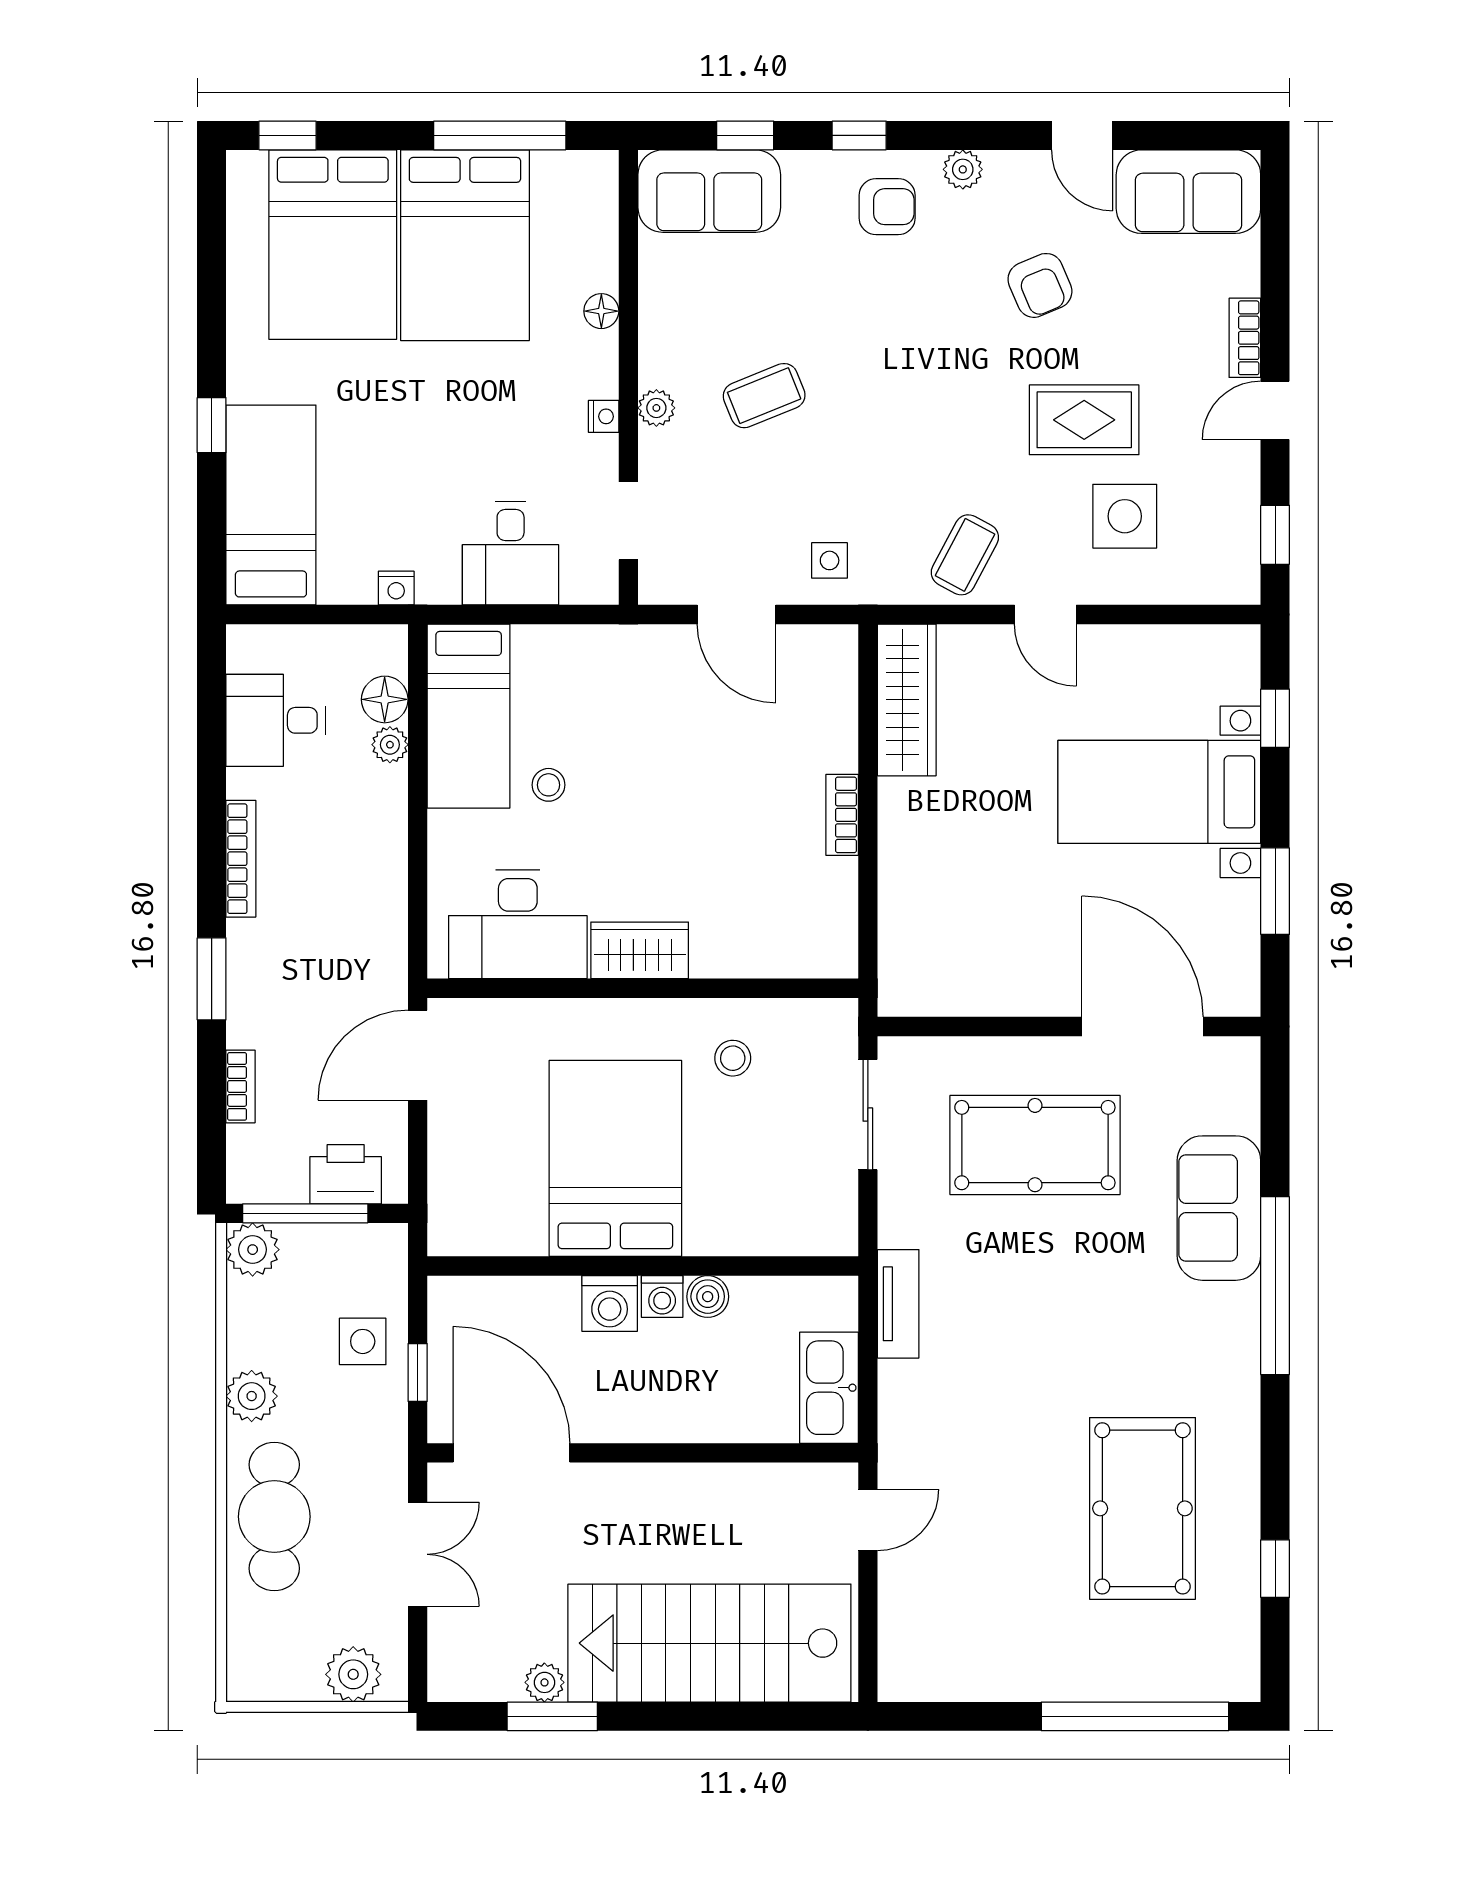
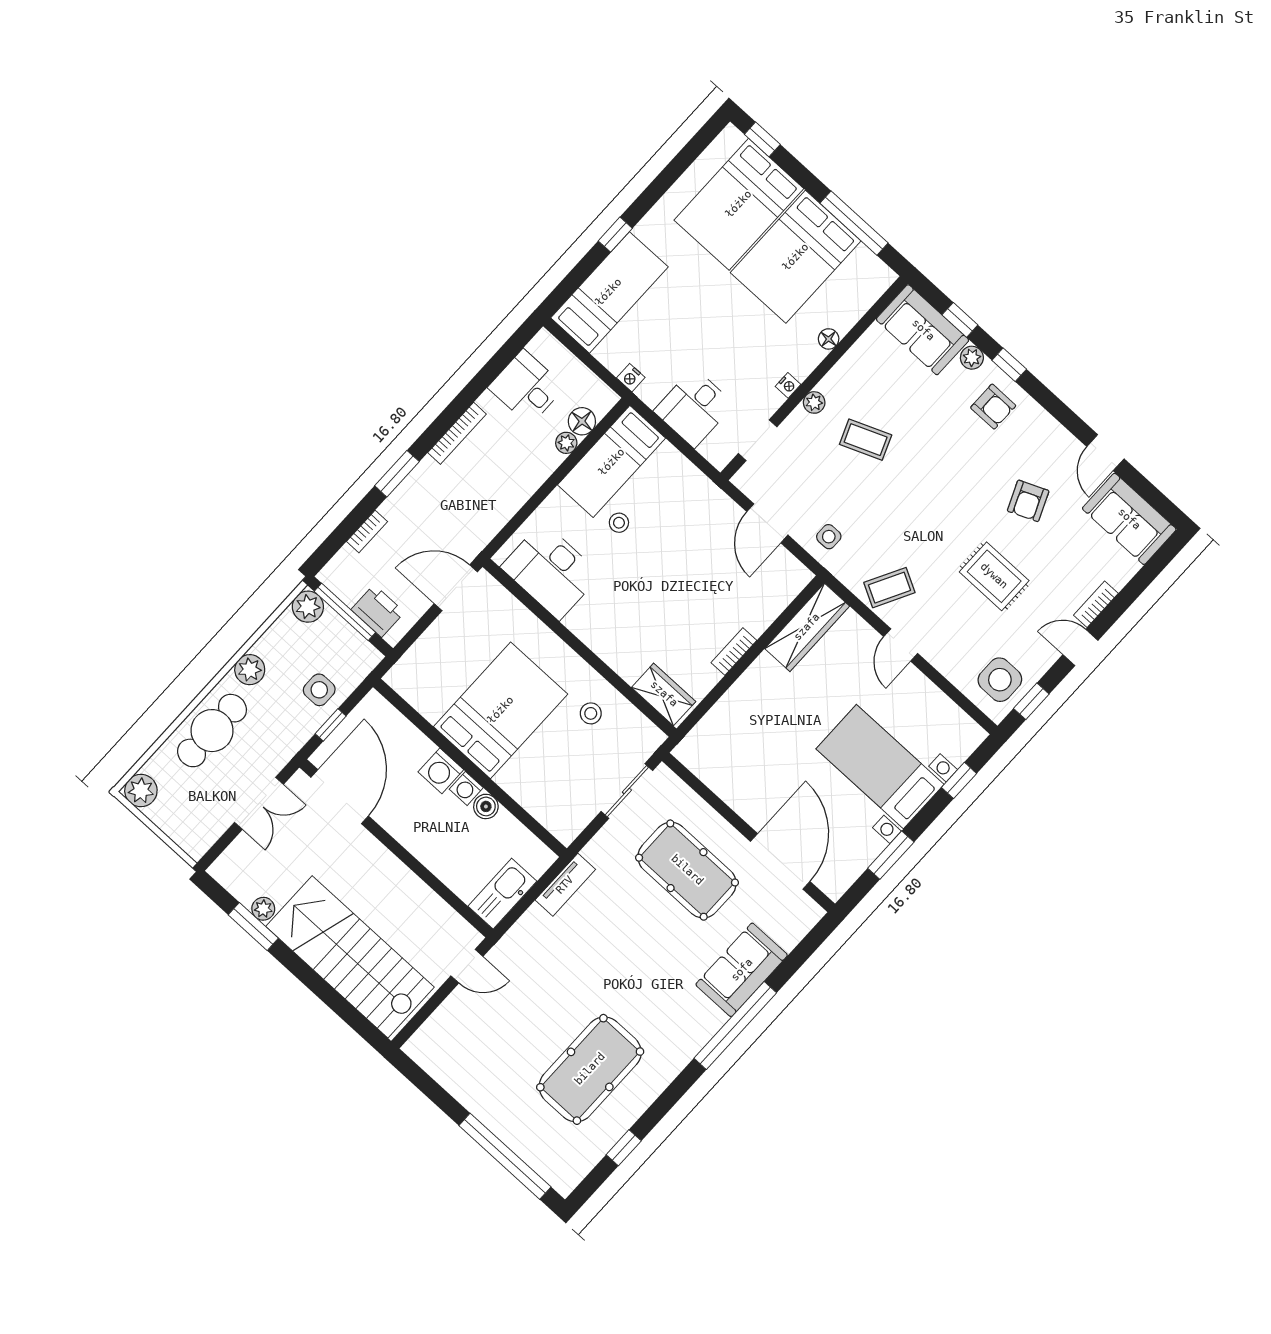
plant: (963, 169) -> (972, 358), moved
side table: (1125, 516) -> (1000, 680), moved
wardrobe: (640, 950) -> (664, 694), moved
plant: (353, 1674) -> (141, 791), moved

